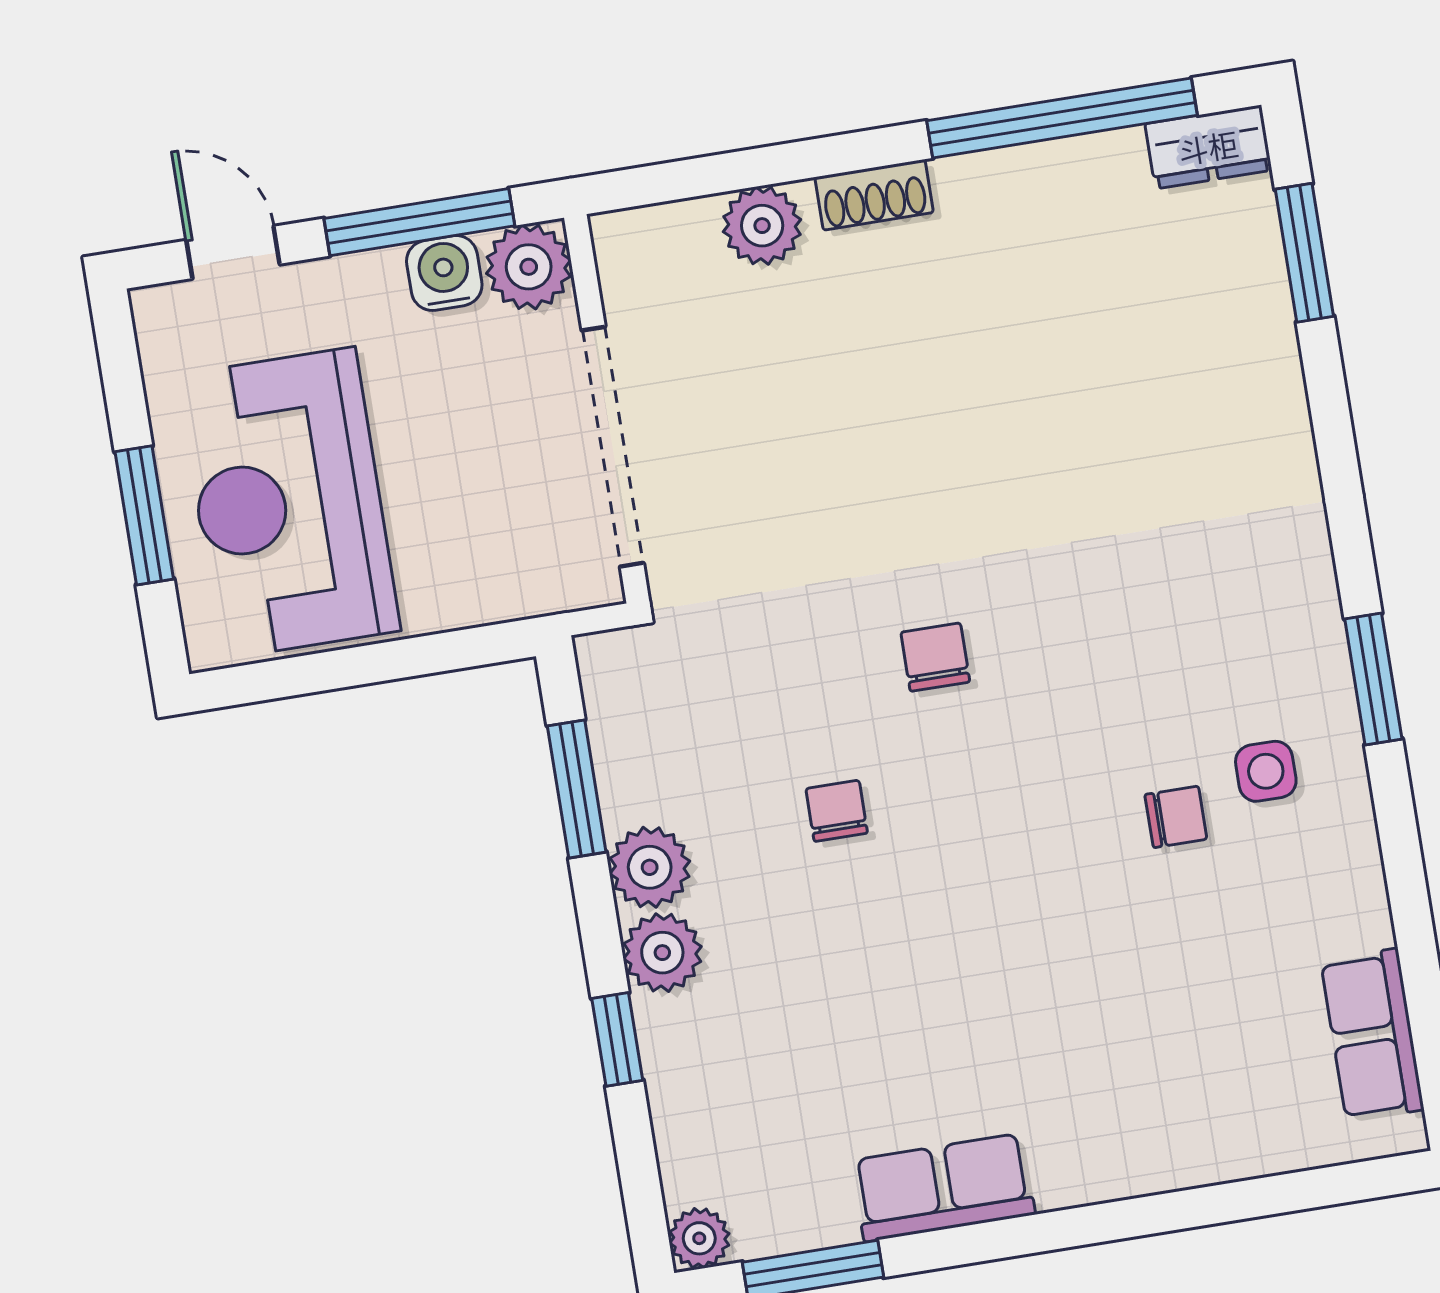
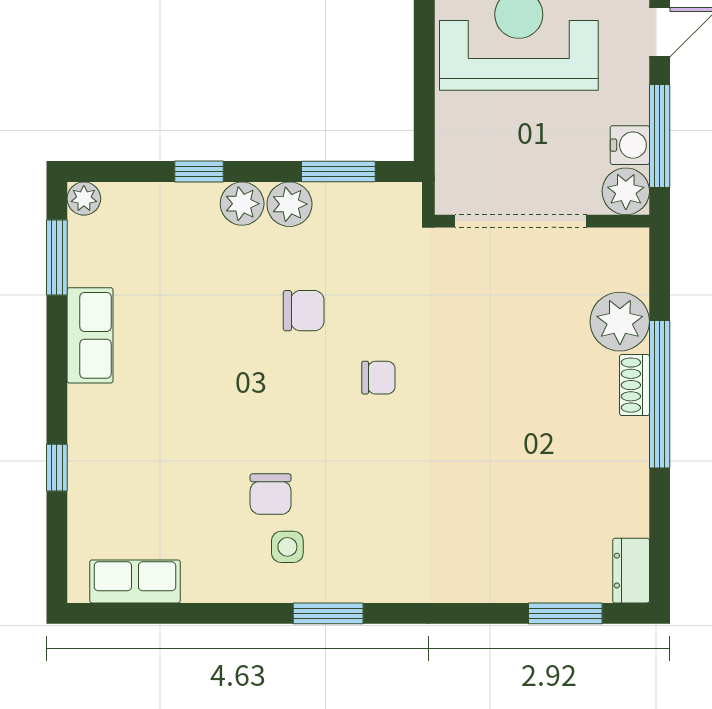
window: (1062, 118) -> (660, 394), moved
plant: (762, 226) -> (620, 322), width x1.36, depth x1.36
chair: (837, 811) -> (304, 311), width x1.37, depth x1.37
chair: (1176, 817) -> (271, 494), width x1.37, depth x1.37
window: (1191, 1208) -> (57, 468), added

